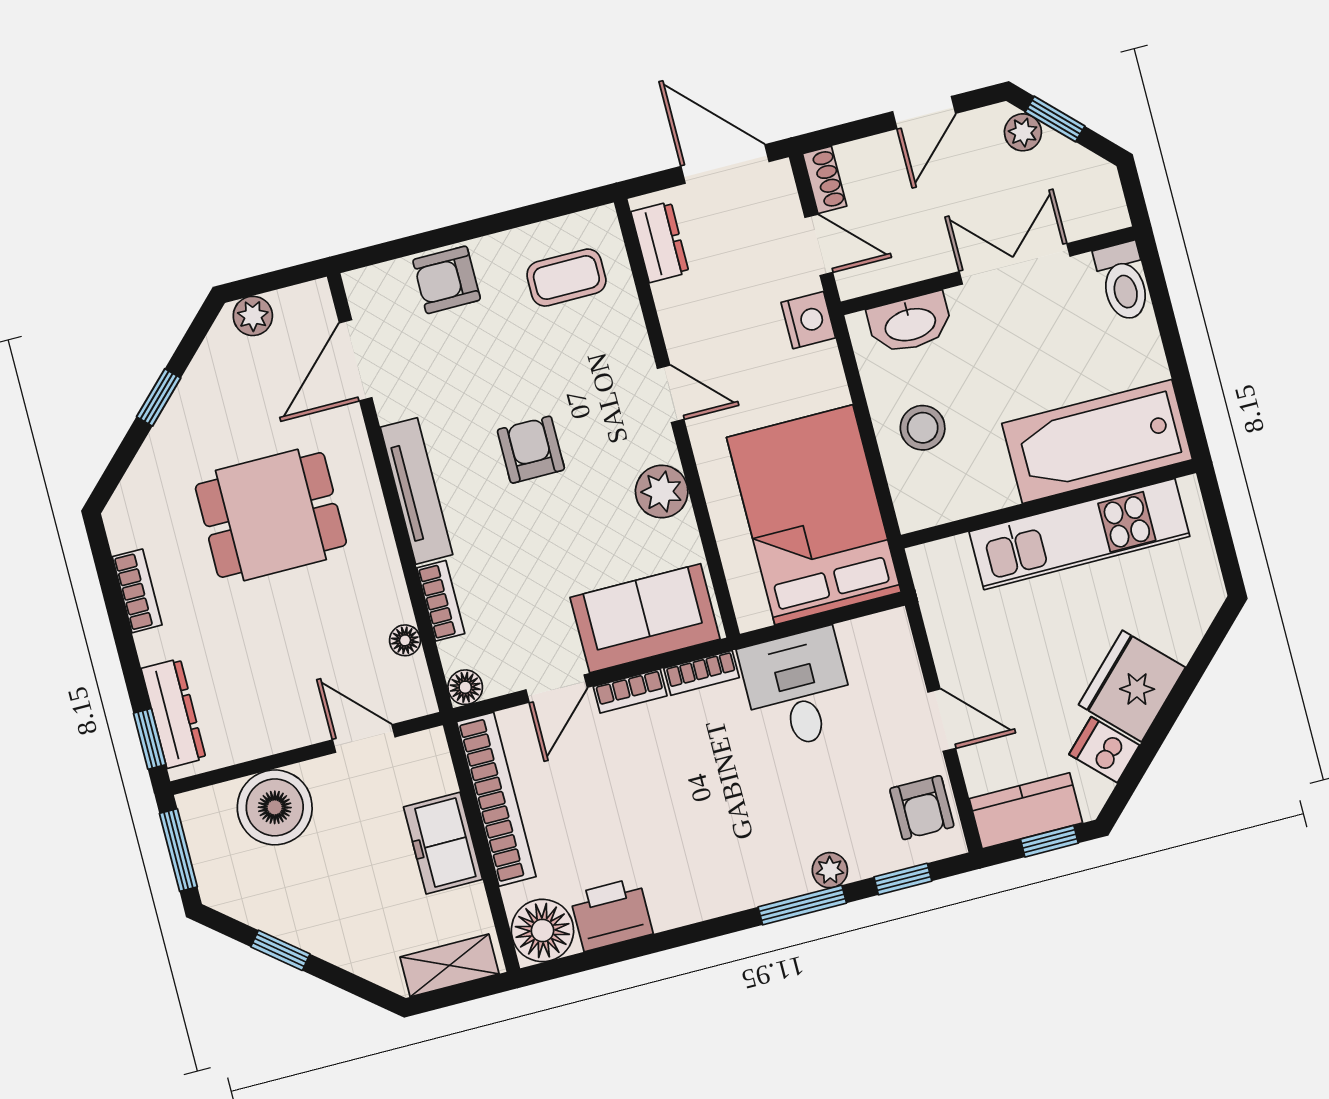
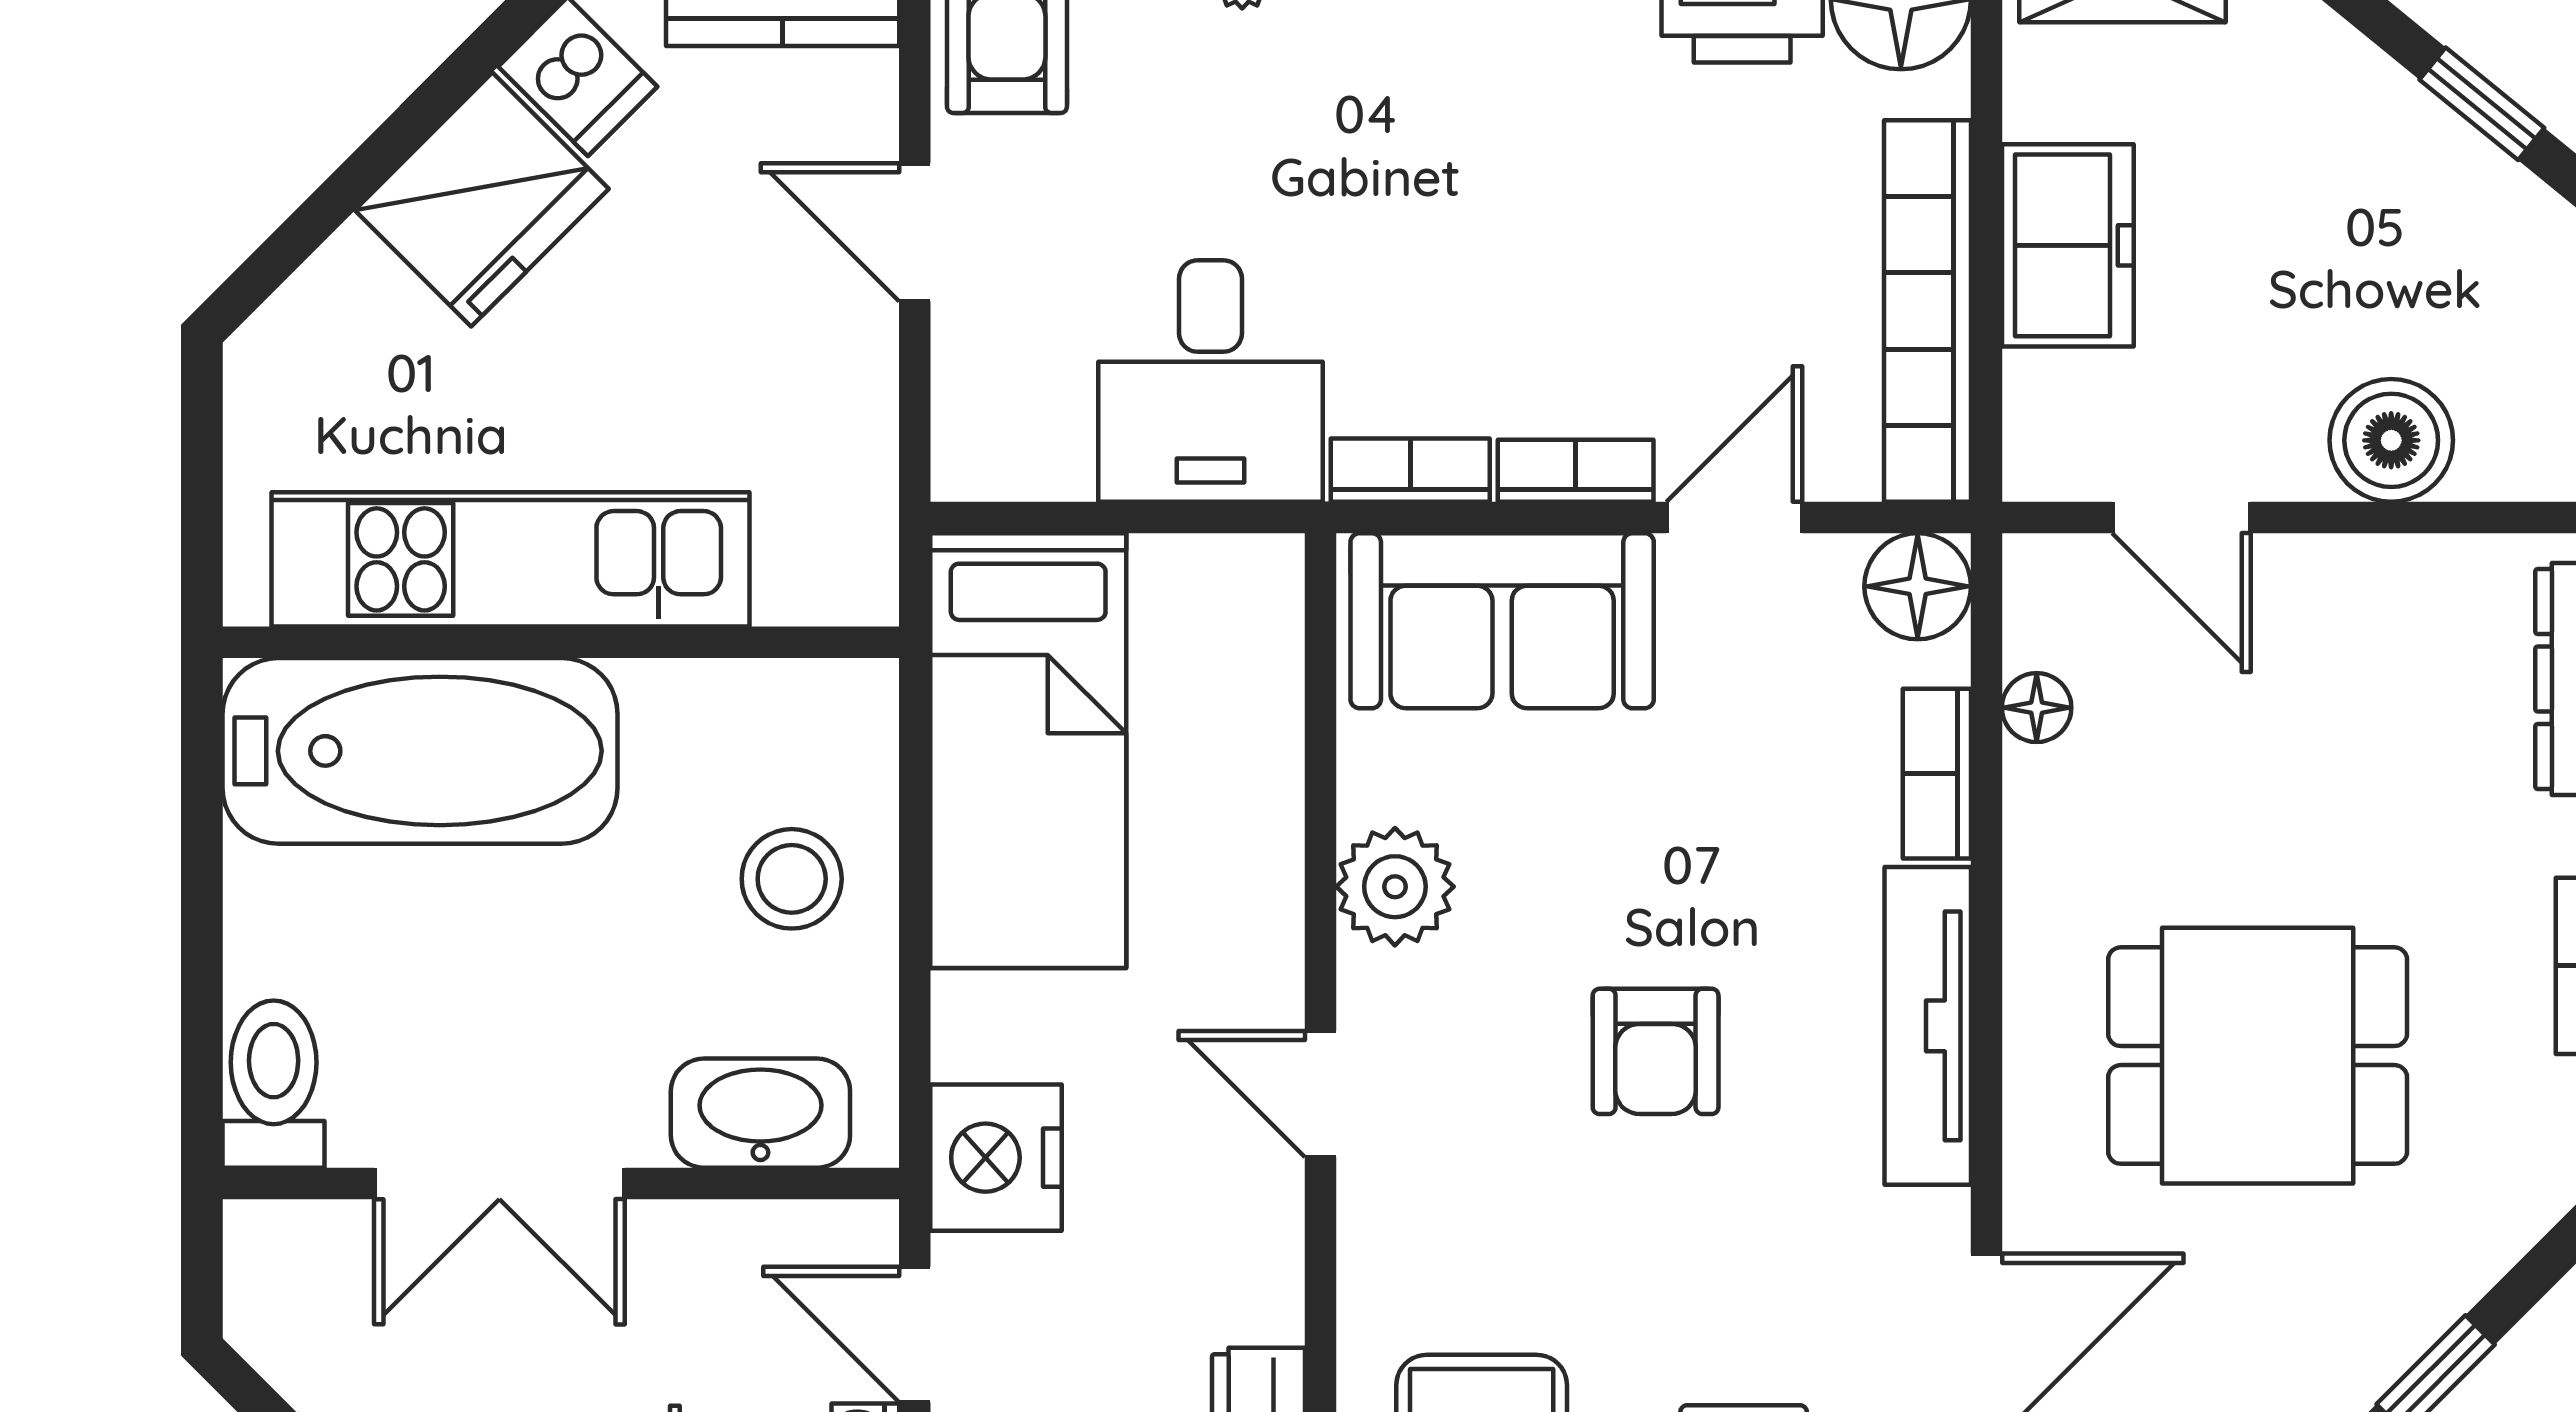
nightstand: (808, 320) -> (996, 1158), width x1.36, depth x1.33
bed: (814, 515) -> (1028, 751), width x0.67
floor lamp: (465, 687) -> (1918, 586), width x1.37, depth x1.37
boiler: (275, 807) -> (2391, 440), width x0.73, depth x0.73

